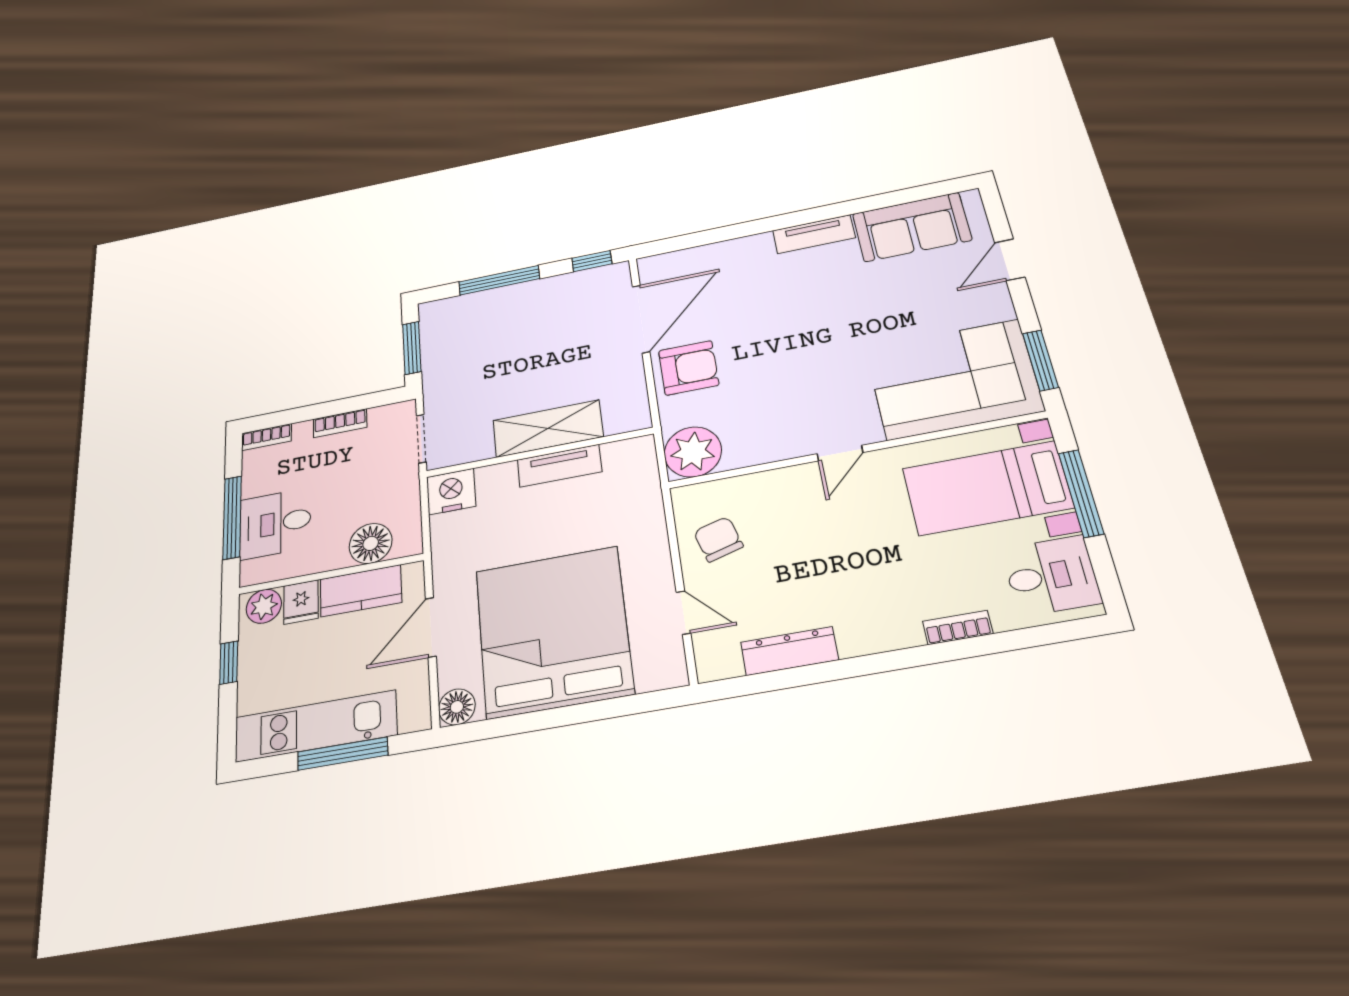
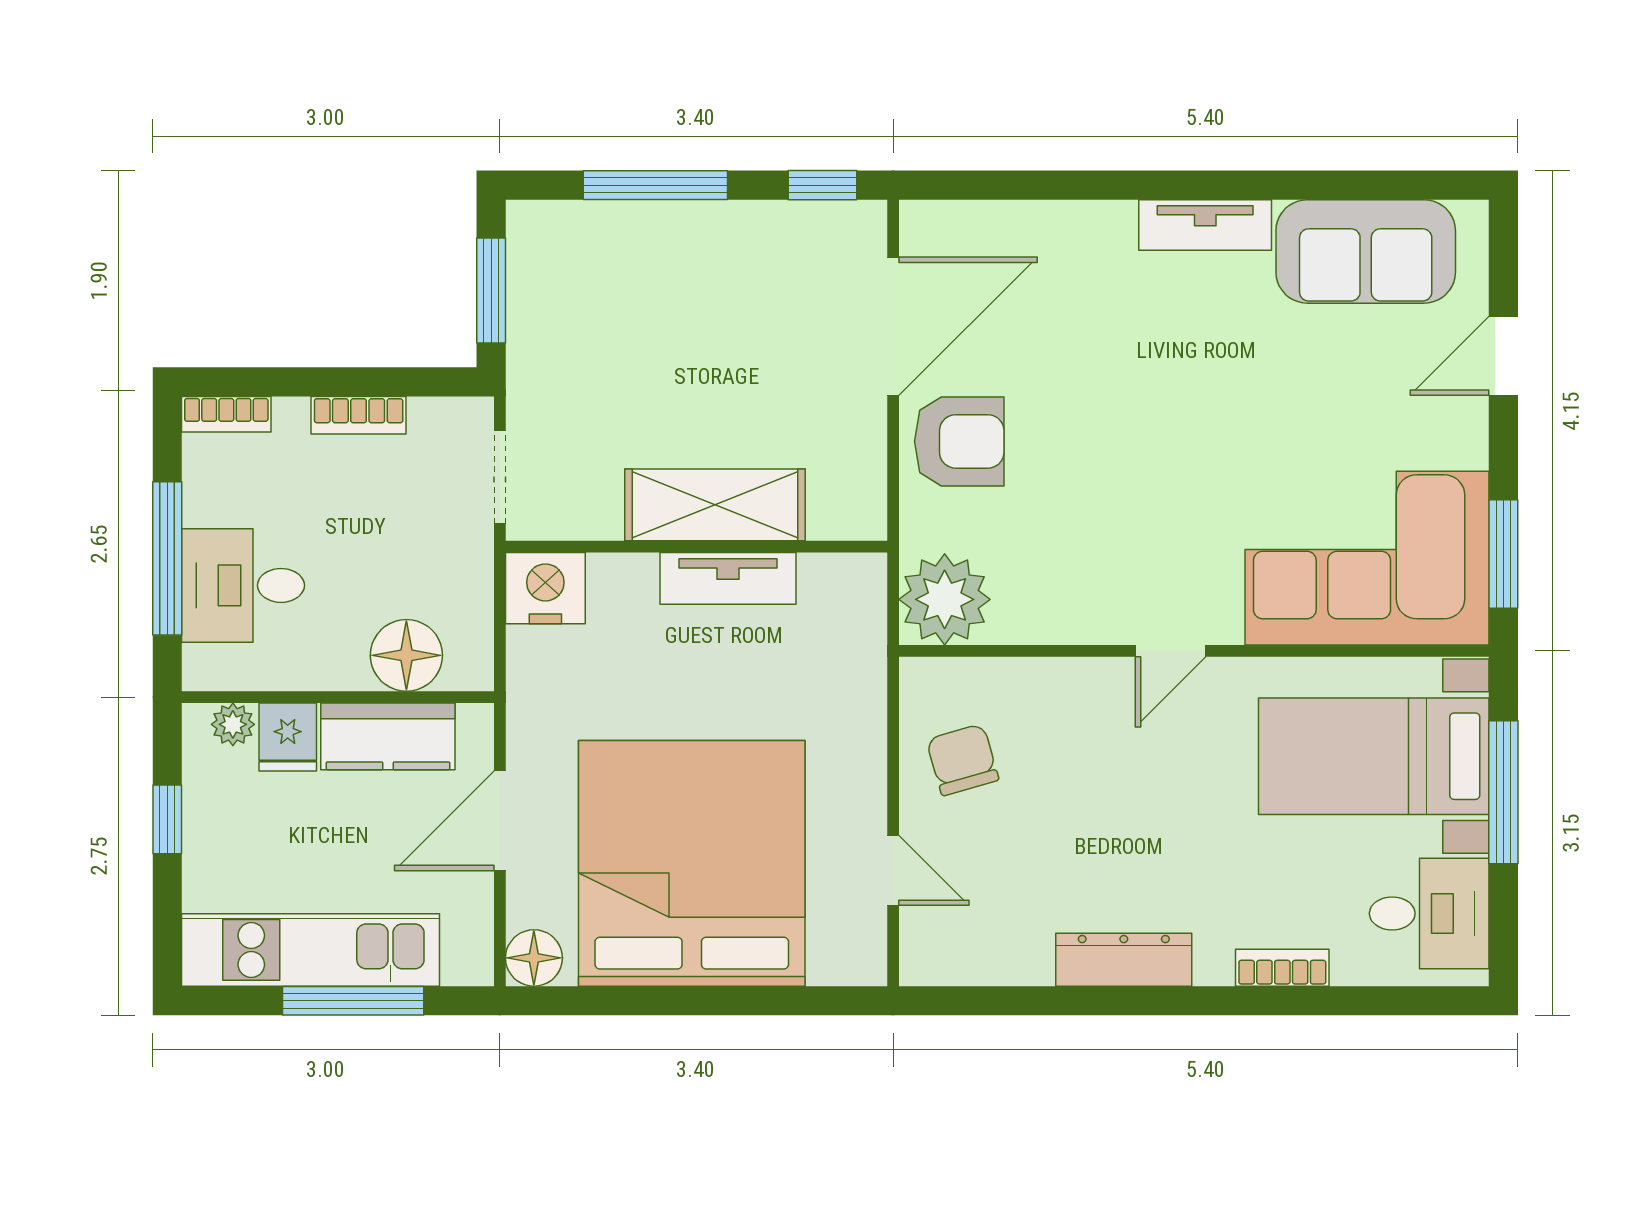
plant: (264, 606) -> (233, 724), width x0.73, depth x0.73
dresser: (789, 651) -> (1124, 960), moved

